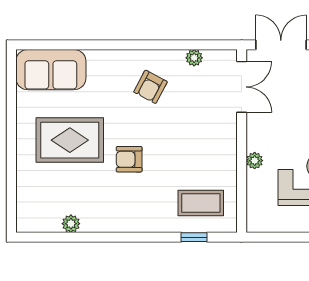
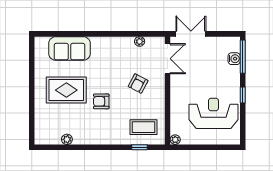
sofa: (51, 70) -> (70, 48), moved
armchair: (151, 87) -> (138, 84), moved
plant: (255, 161) -> (175, 140), moved

